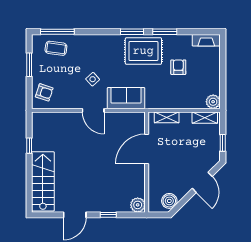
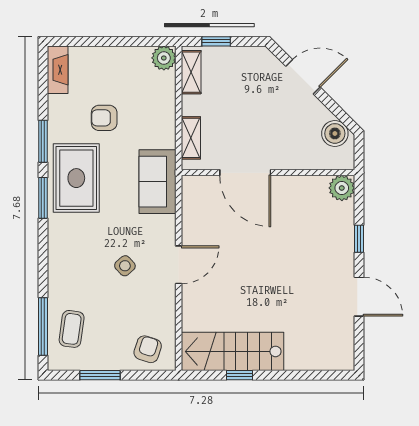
sofa: (126, 98) -> (158, 182), moved
window: (223, 143) -> (216, 41), moved
stairs: (43, 181) -> (233, 351), moved

